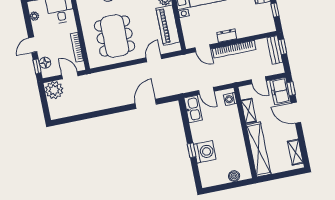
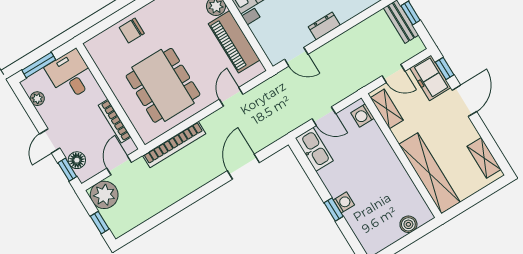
bookcase: (234, 49) -> (174, 145), moved
door: (70, 75) -> (119, 165), hinge flipped
window: (45, 106) -> (100, 223), added
shelving: (249, 111) -> (387, 109), moved
door: (296, 113) -> (464, 101), swing flipped
washing machine: (205, 152) -> (344, 202), width x0.53, depth x0.53

